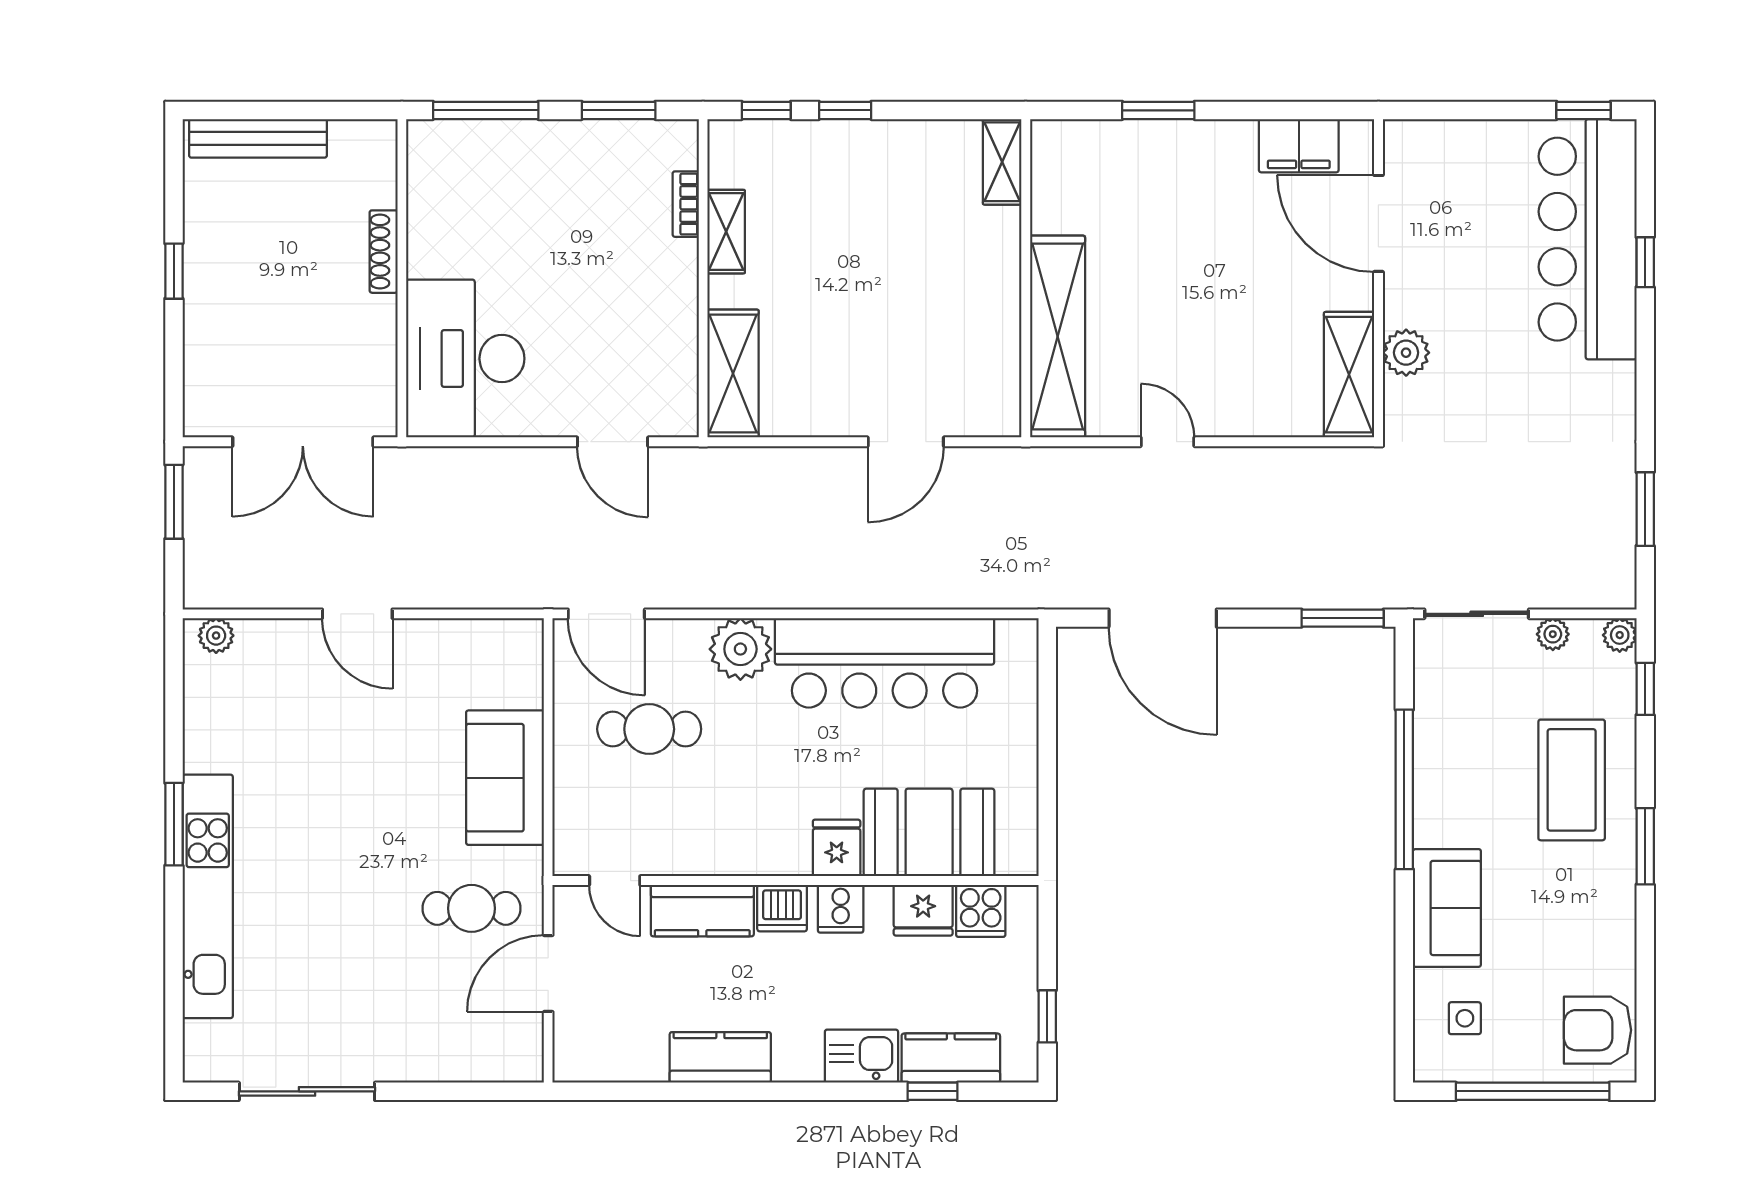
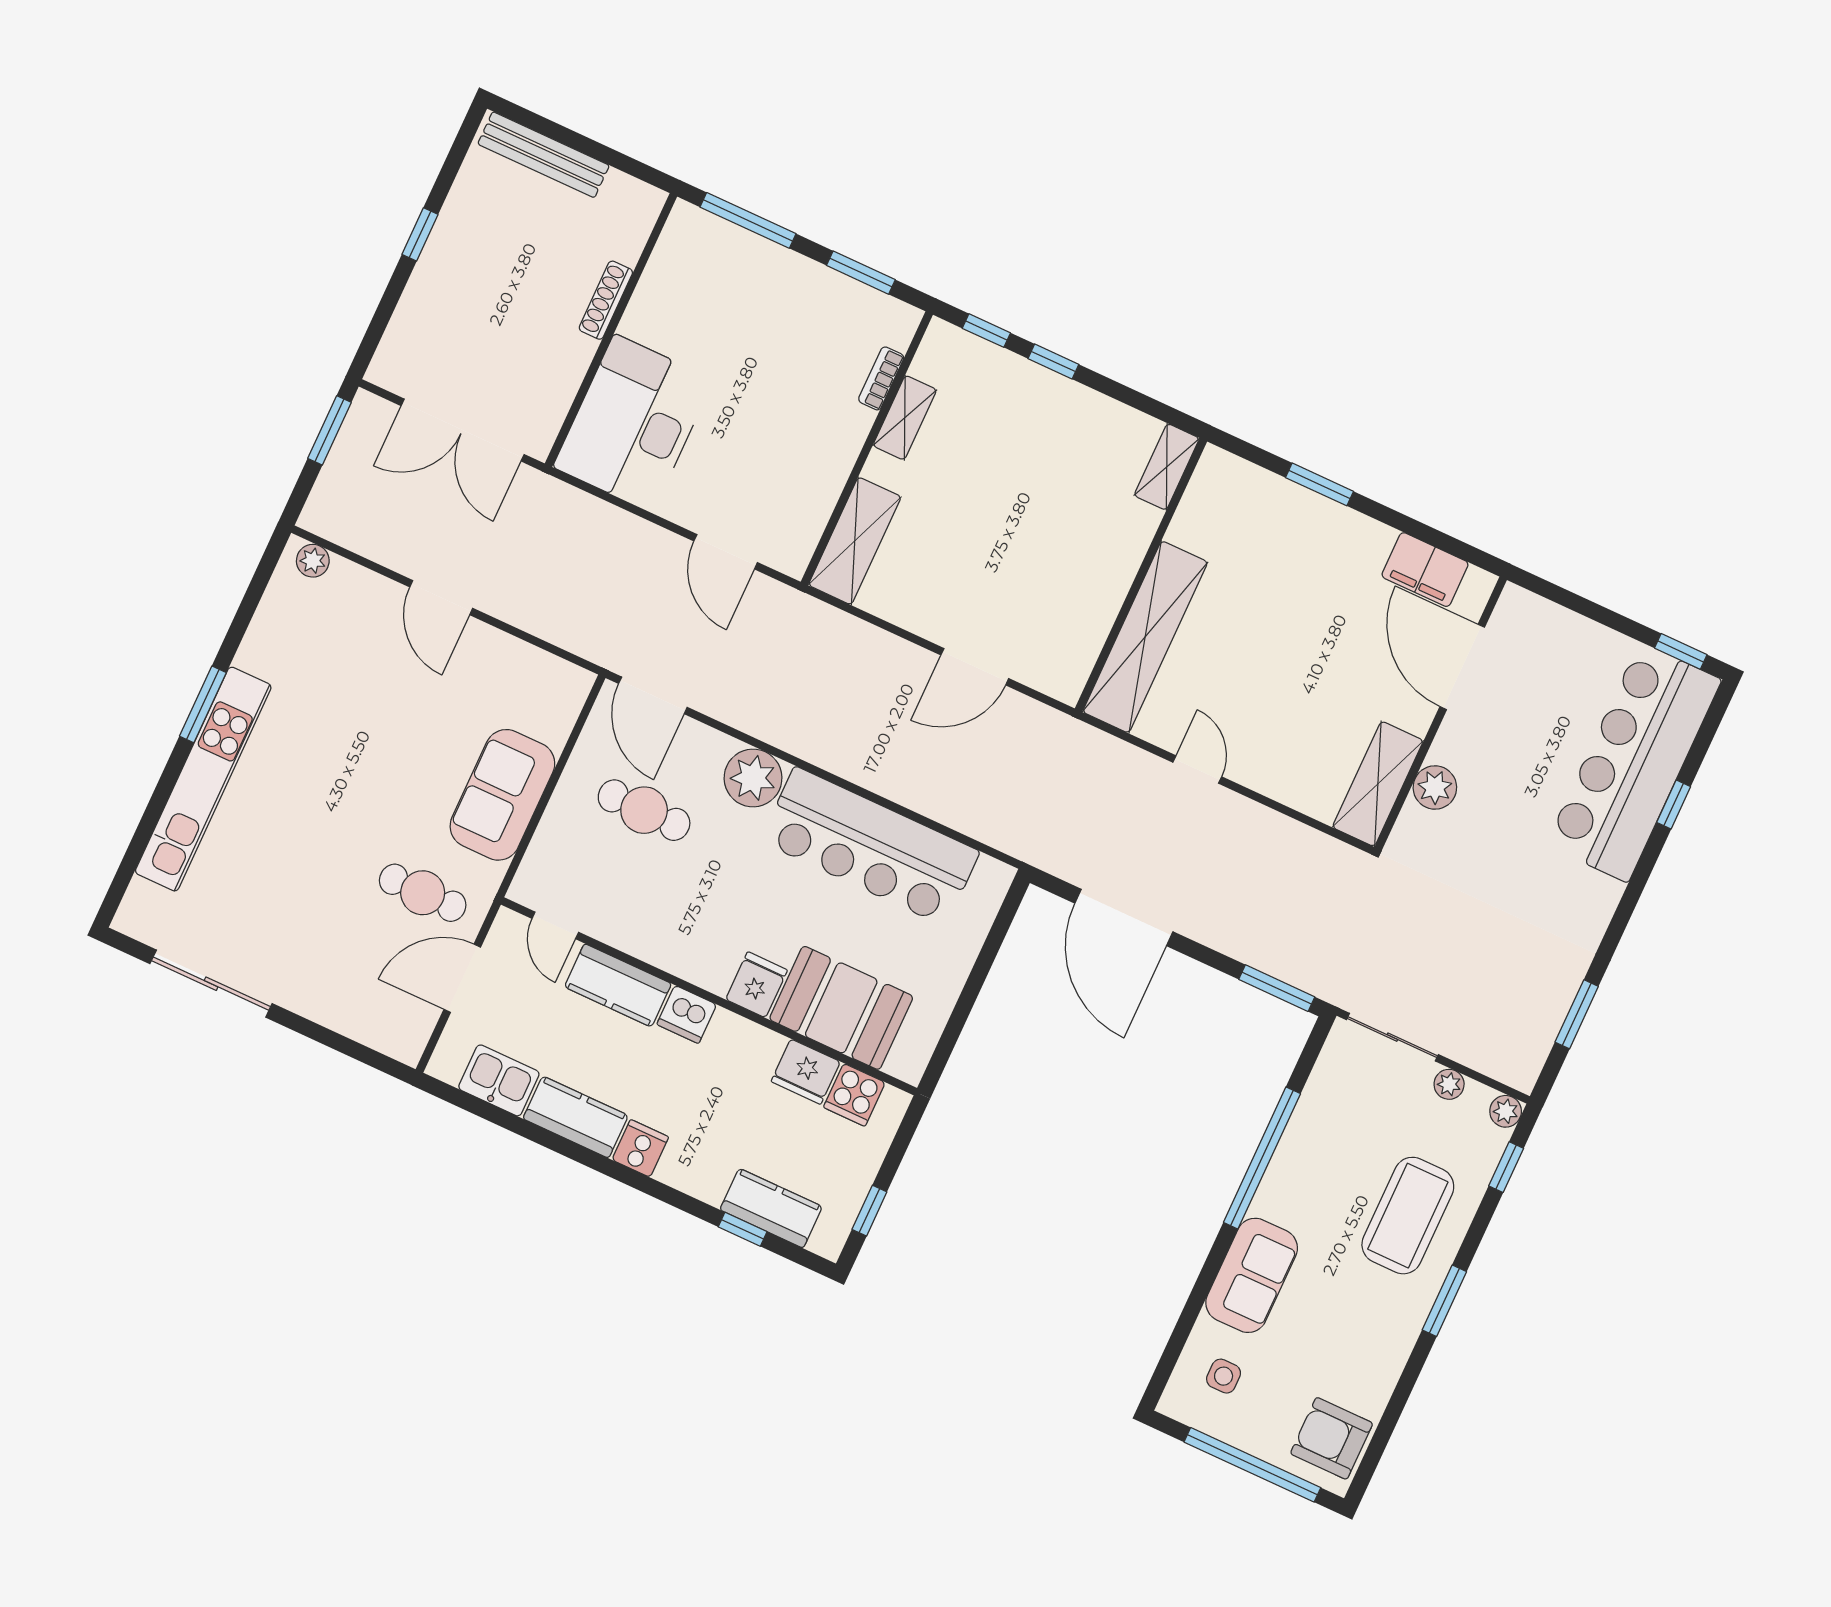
cooker: (841, 909) -> (640, 1148), moved, turned 180
kitchen sink: (861, 1056) -> (499, 1080), moved

